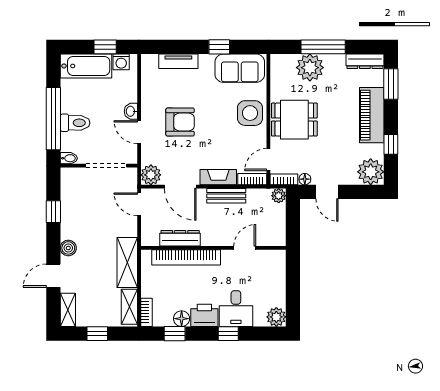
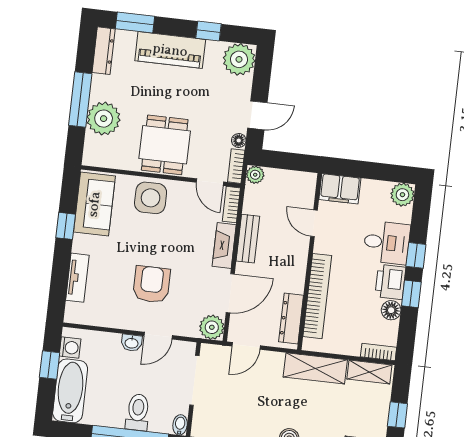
dresser: (180, 238) -> (291, 319), moved
filing cabinet: (275, 266) -> (340, 189), added
window: (175, 334) -> (411, 294), moved

